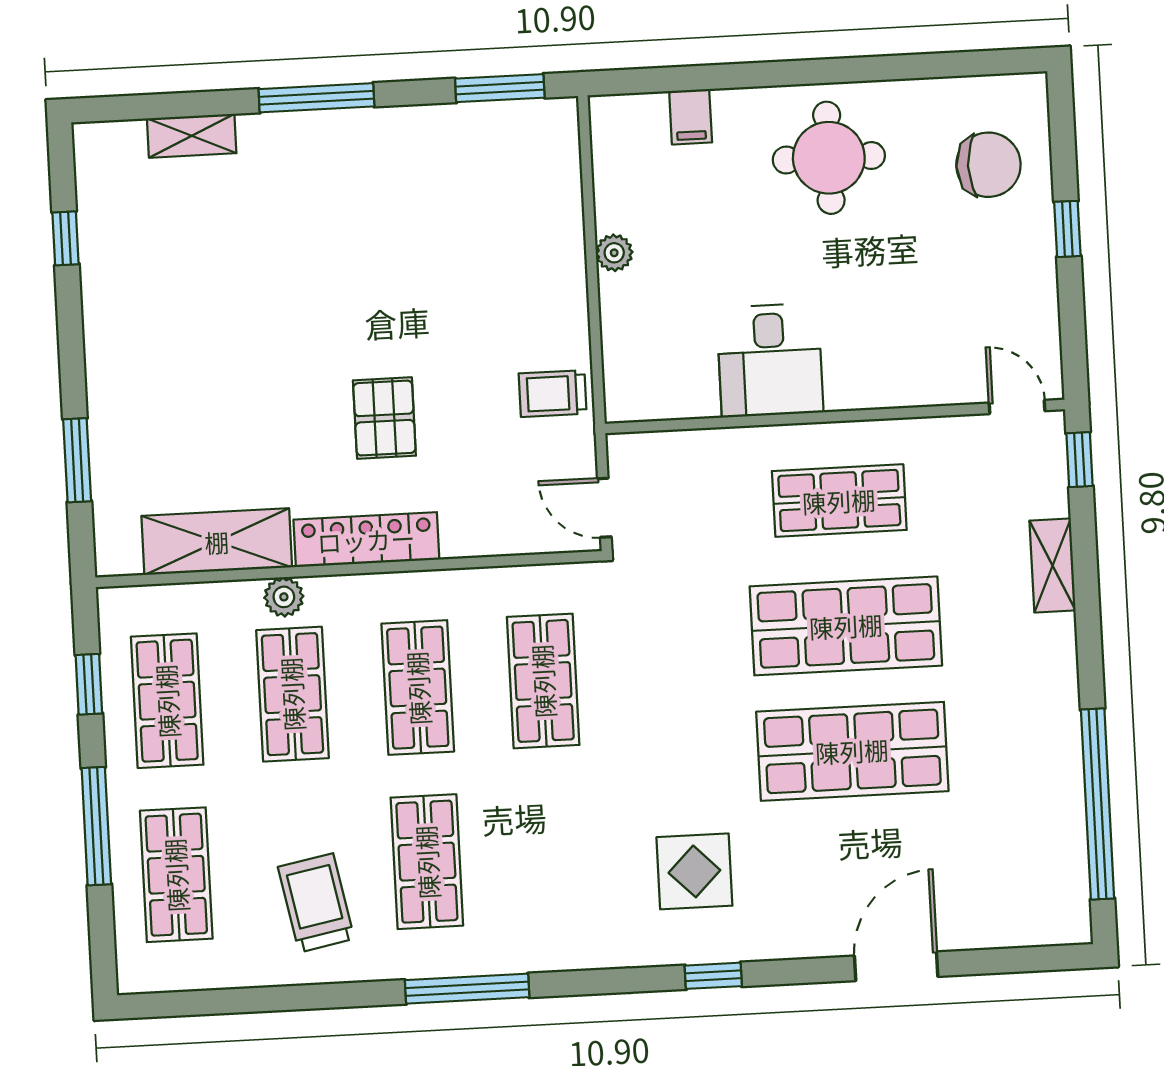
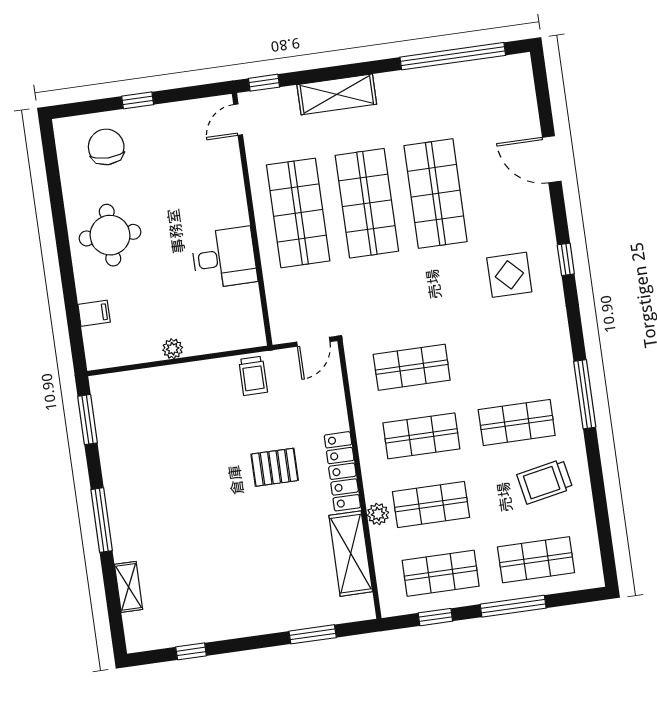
shop shelf: (839, 501) -> (298, 213), width x1.43, depth x1.36
shelving: (1053, 565) -> (337, 94), width x1.50, depth x1.33

